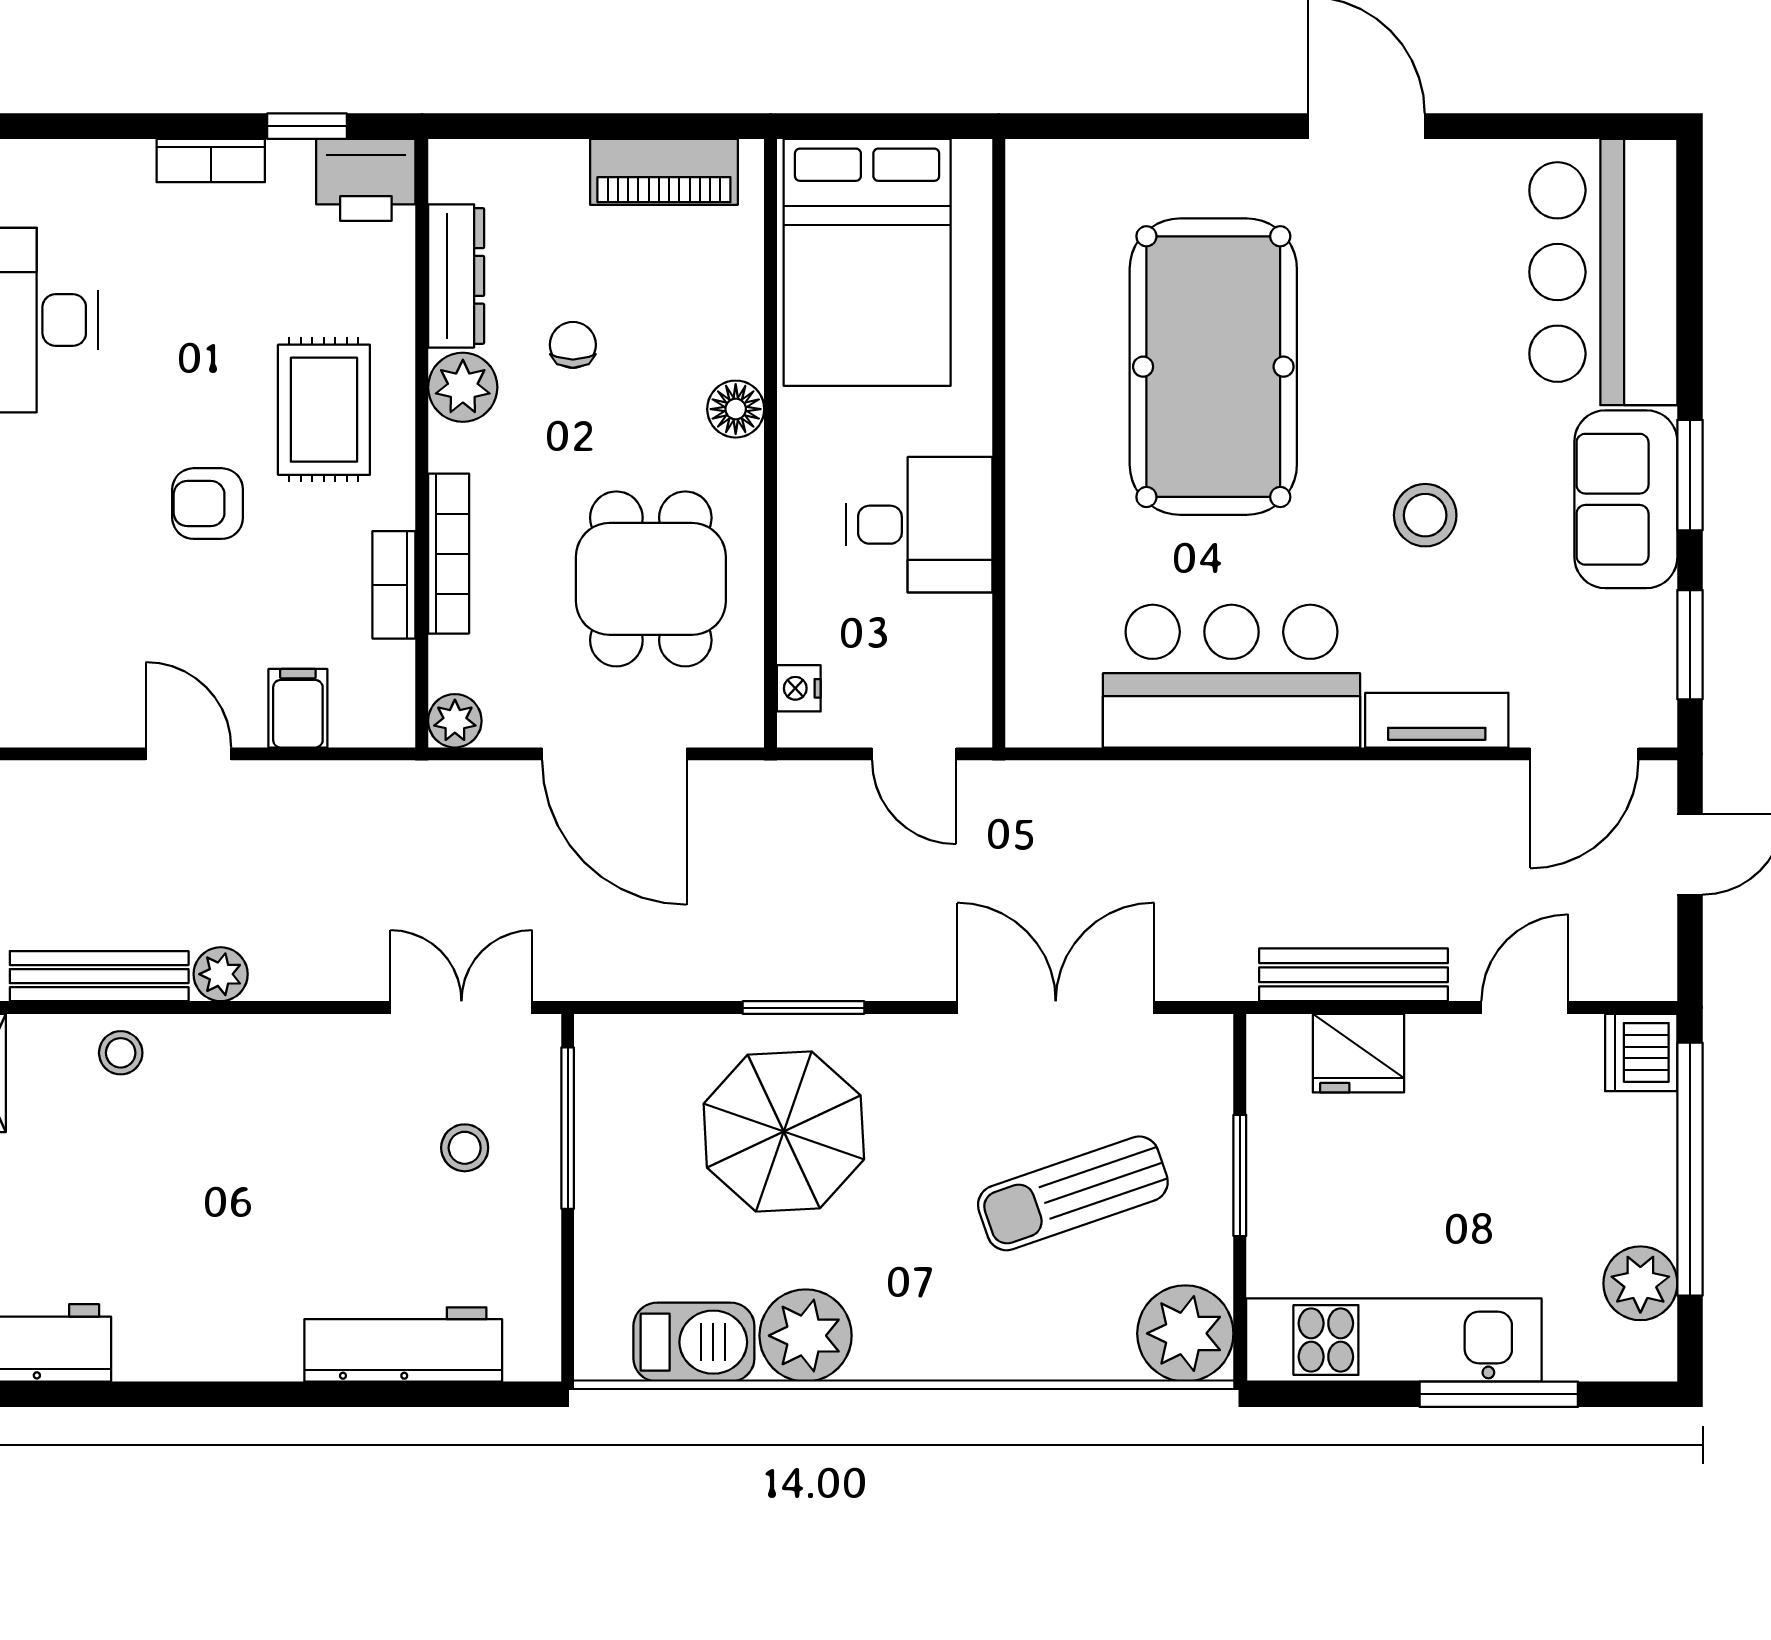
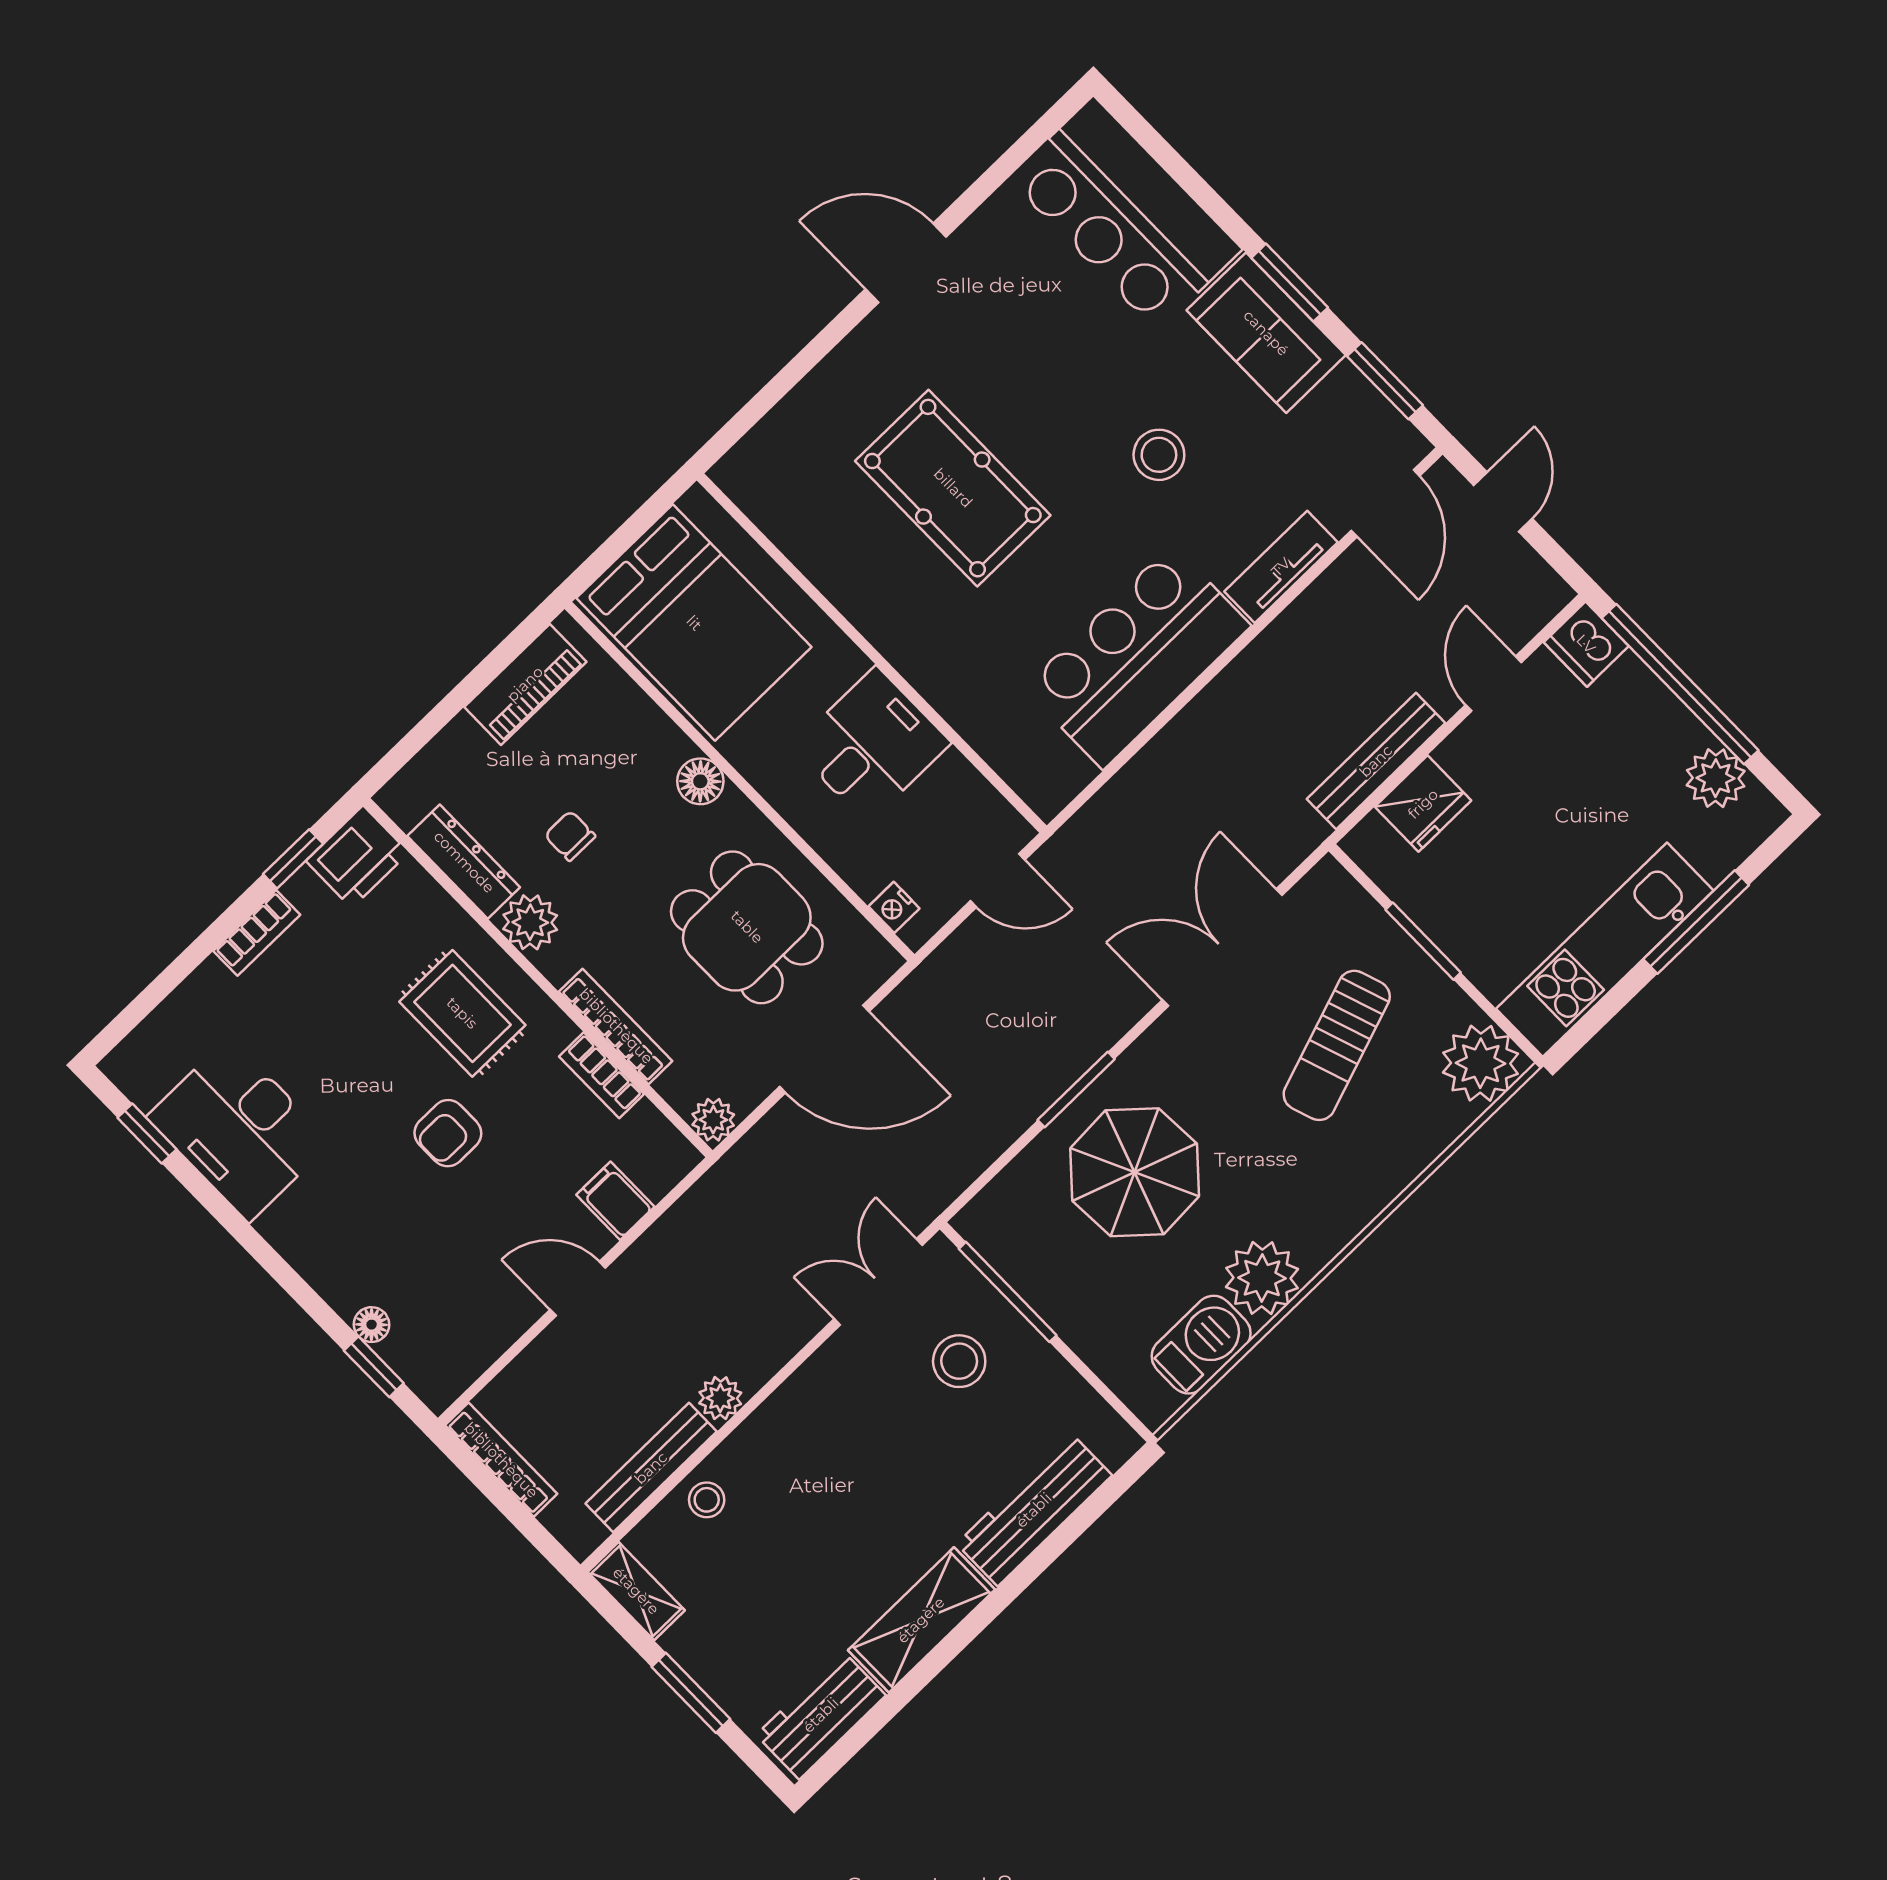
pool table: (1213, 367) -> (953, 488), width x0.73, depth x0.76
stool: (465, 1148) -> (959, 1361), width x1.37, depth x1.37
shelving: (208, 1345) -> (921, 1620), added

